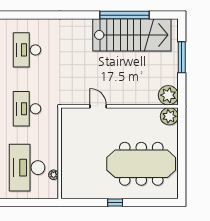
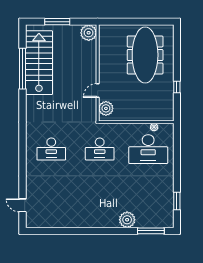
plant: (169, 116) -> (106, 108), moved
window: (115, 202) -> (177, 87), moved

